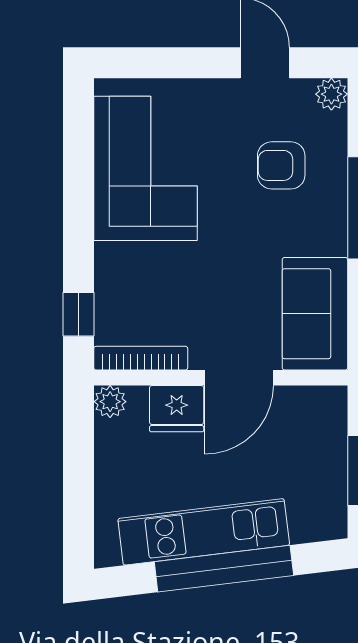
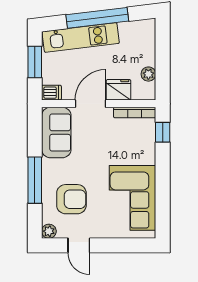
armchair: (281, 165) -> (71, 199), width x1.38, depth x1.38
plant: (110, 402) -> (148, 74), moved
dishwasher: (326, 402) -> (51, 93), added
kitchen unit: (204, 532) -> (81, 38), moved

